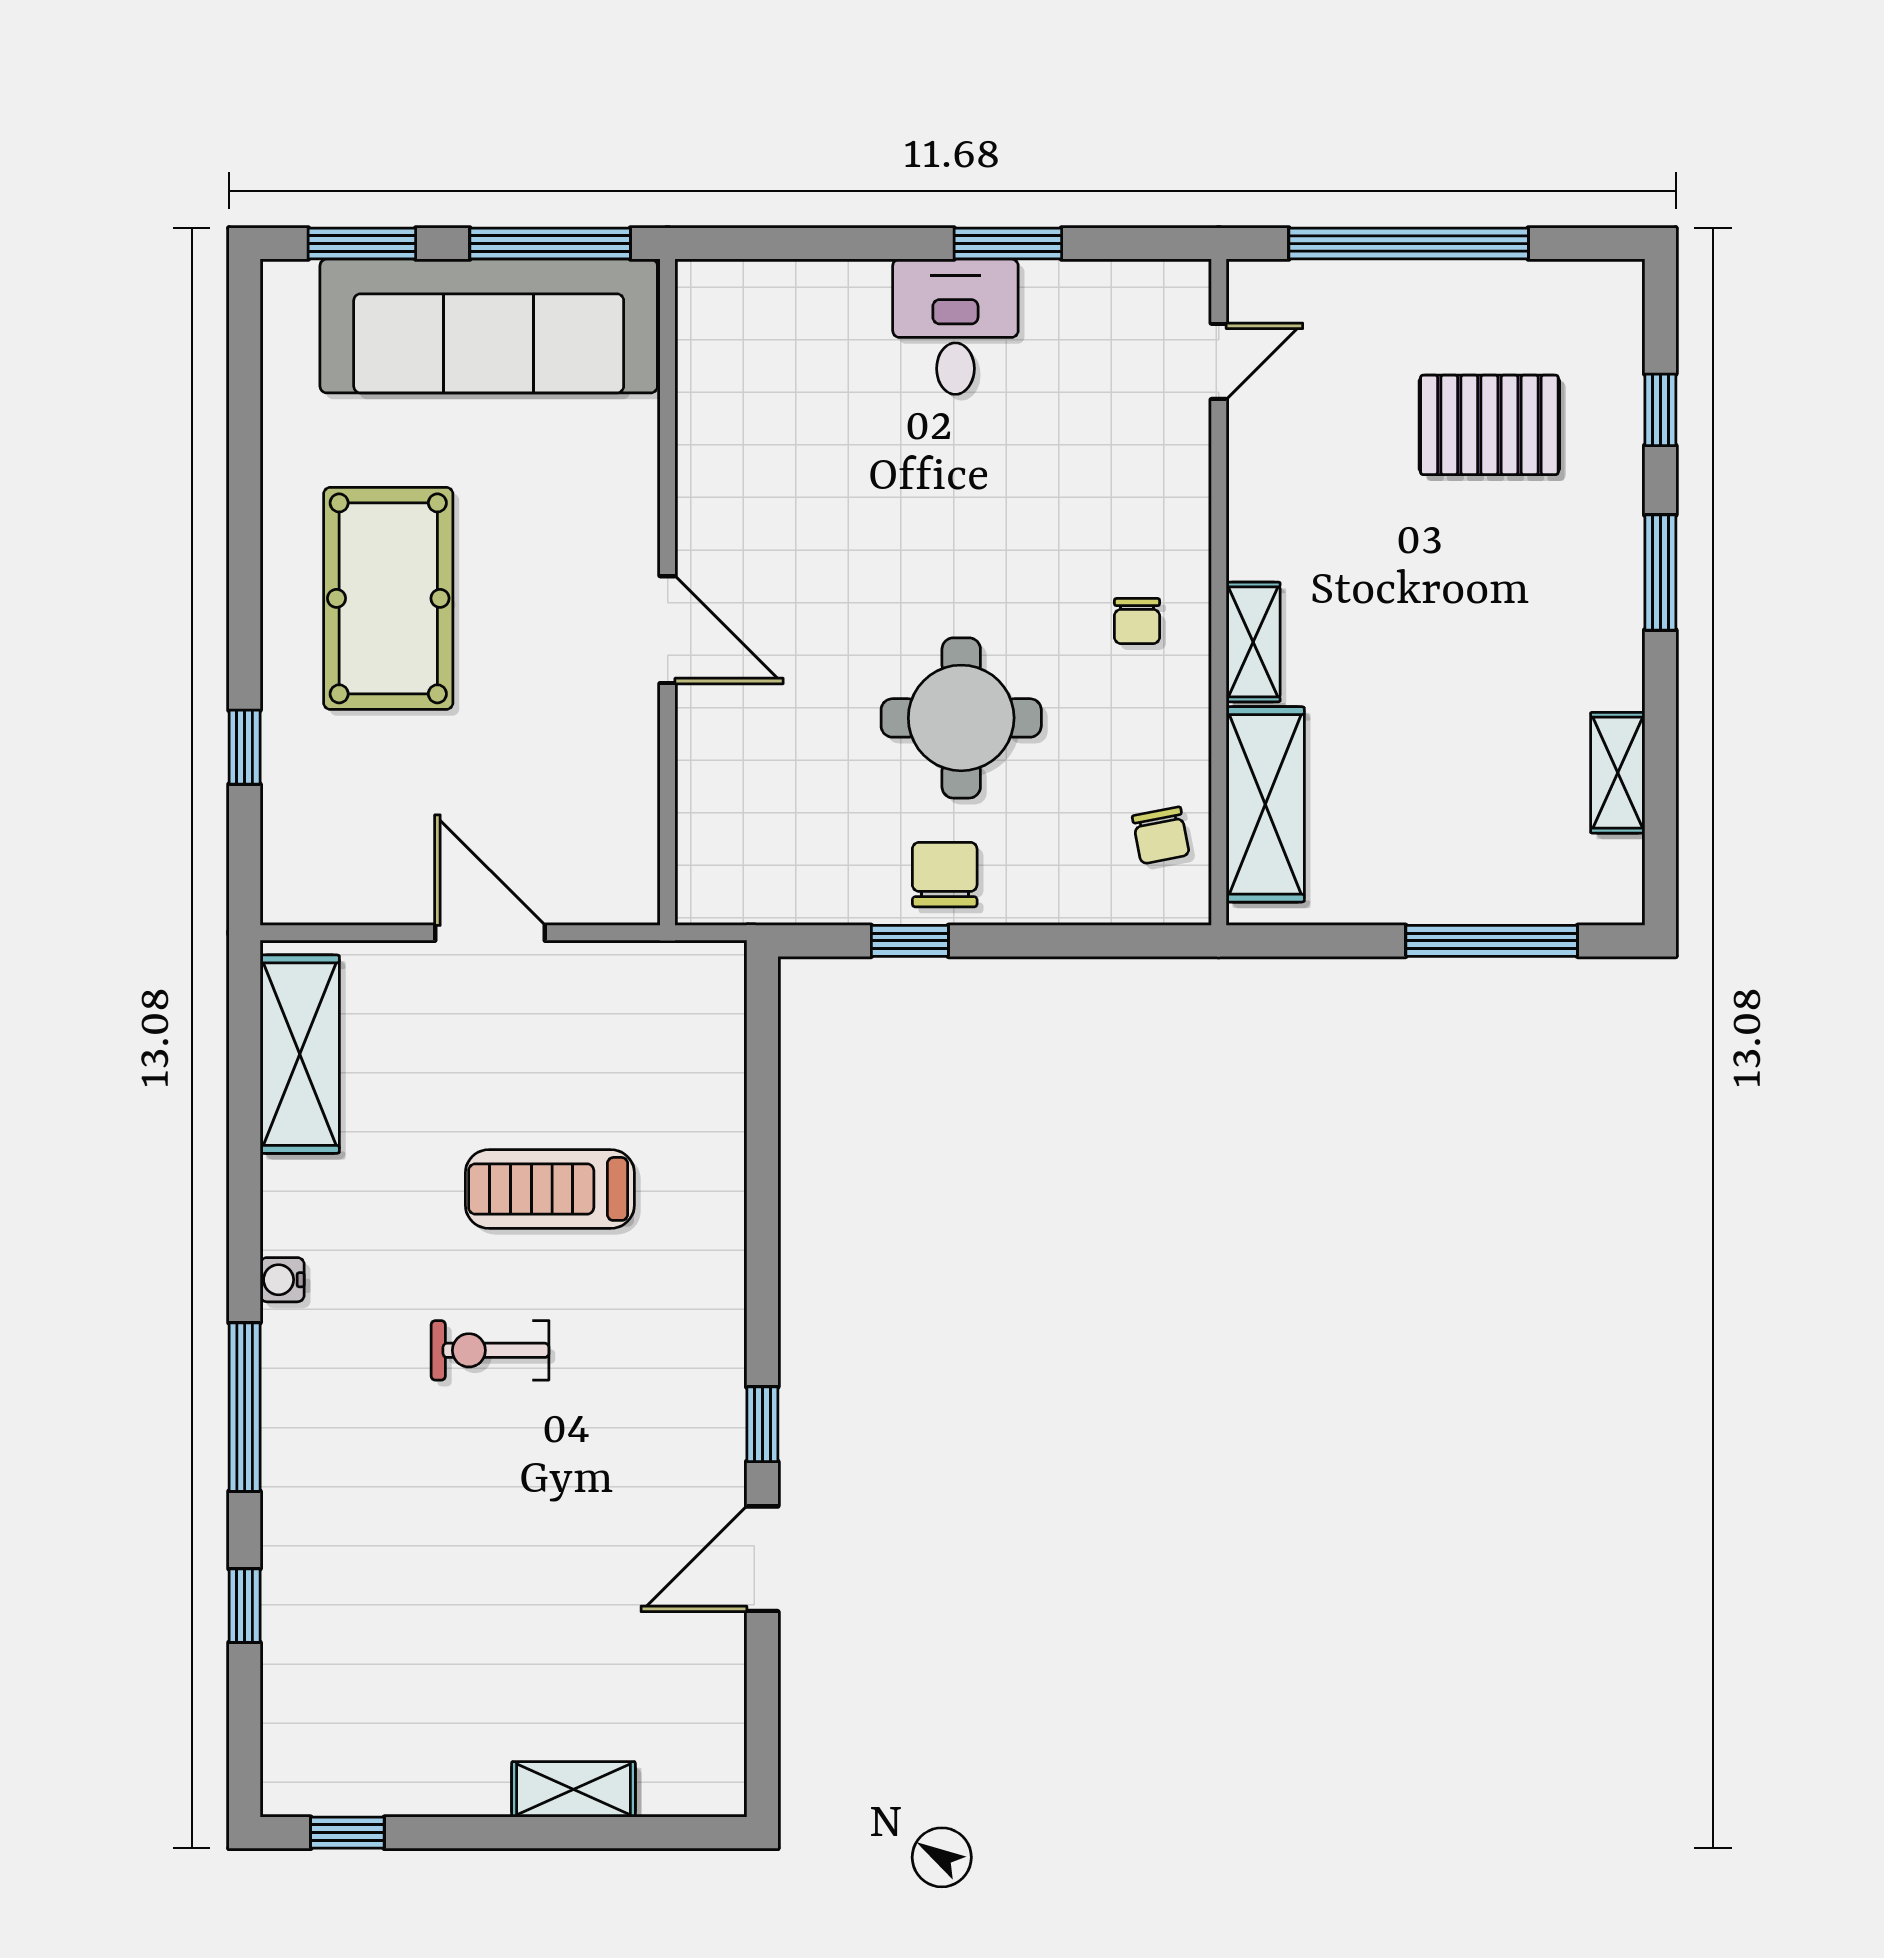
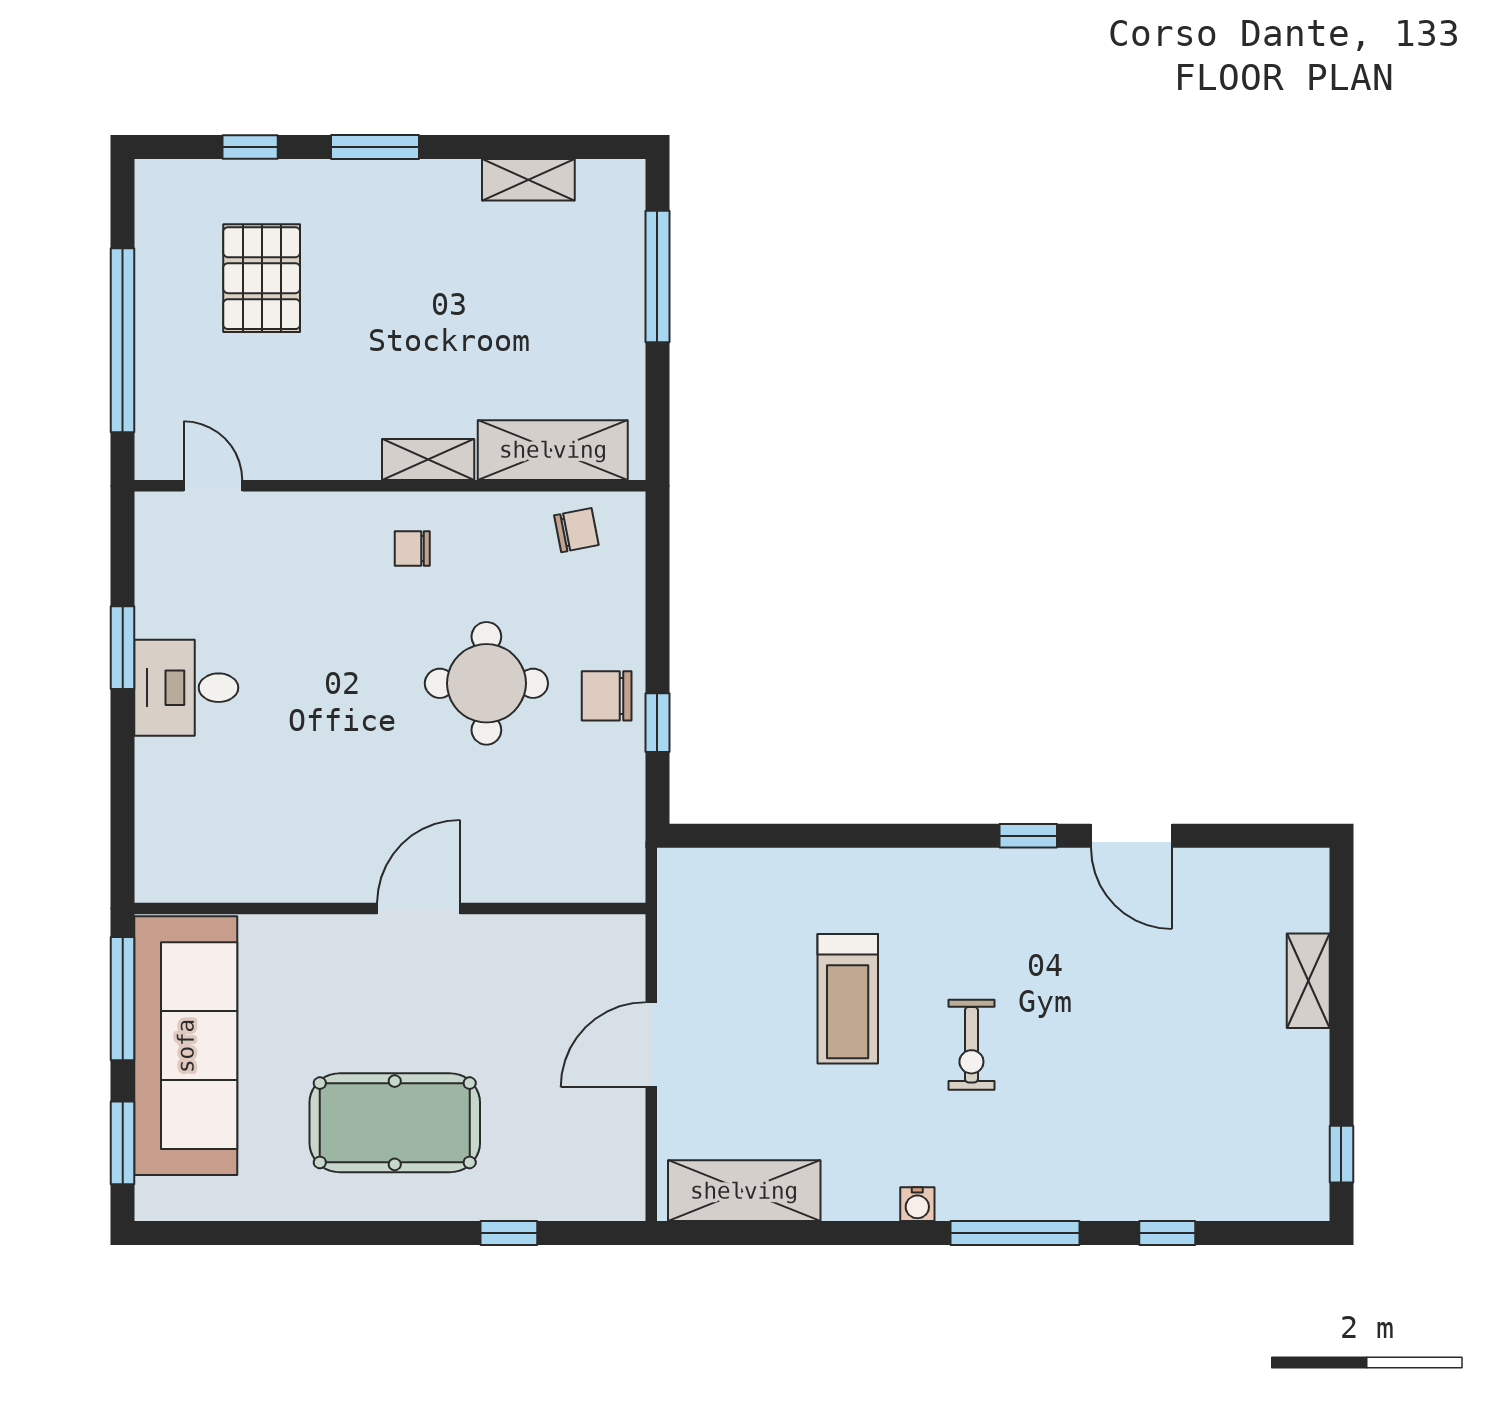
chair: (1137, 621) -> (412, 548), turned 180

